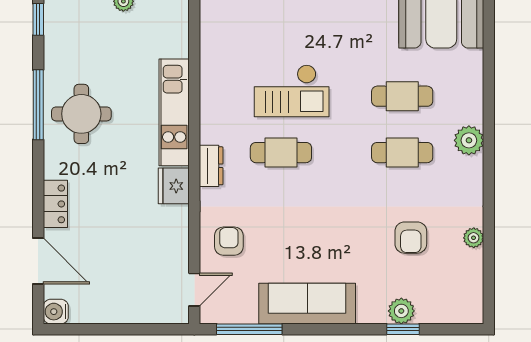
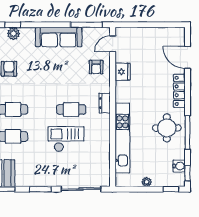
kitchen unit: (174, 112) -> (122, 138), width x1.36
fridge: (174, 186) -> (123, 72), moved
locker: (55, 204) -> (179, 91), width x1.53
water cooler: (56, 312) -> (179, 166), moved

